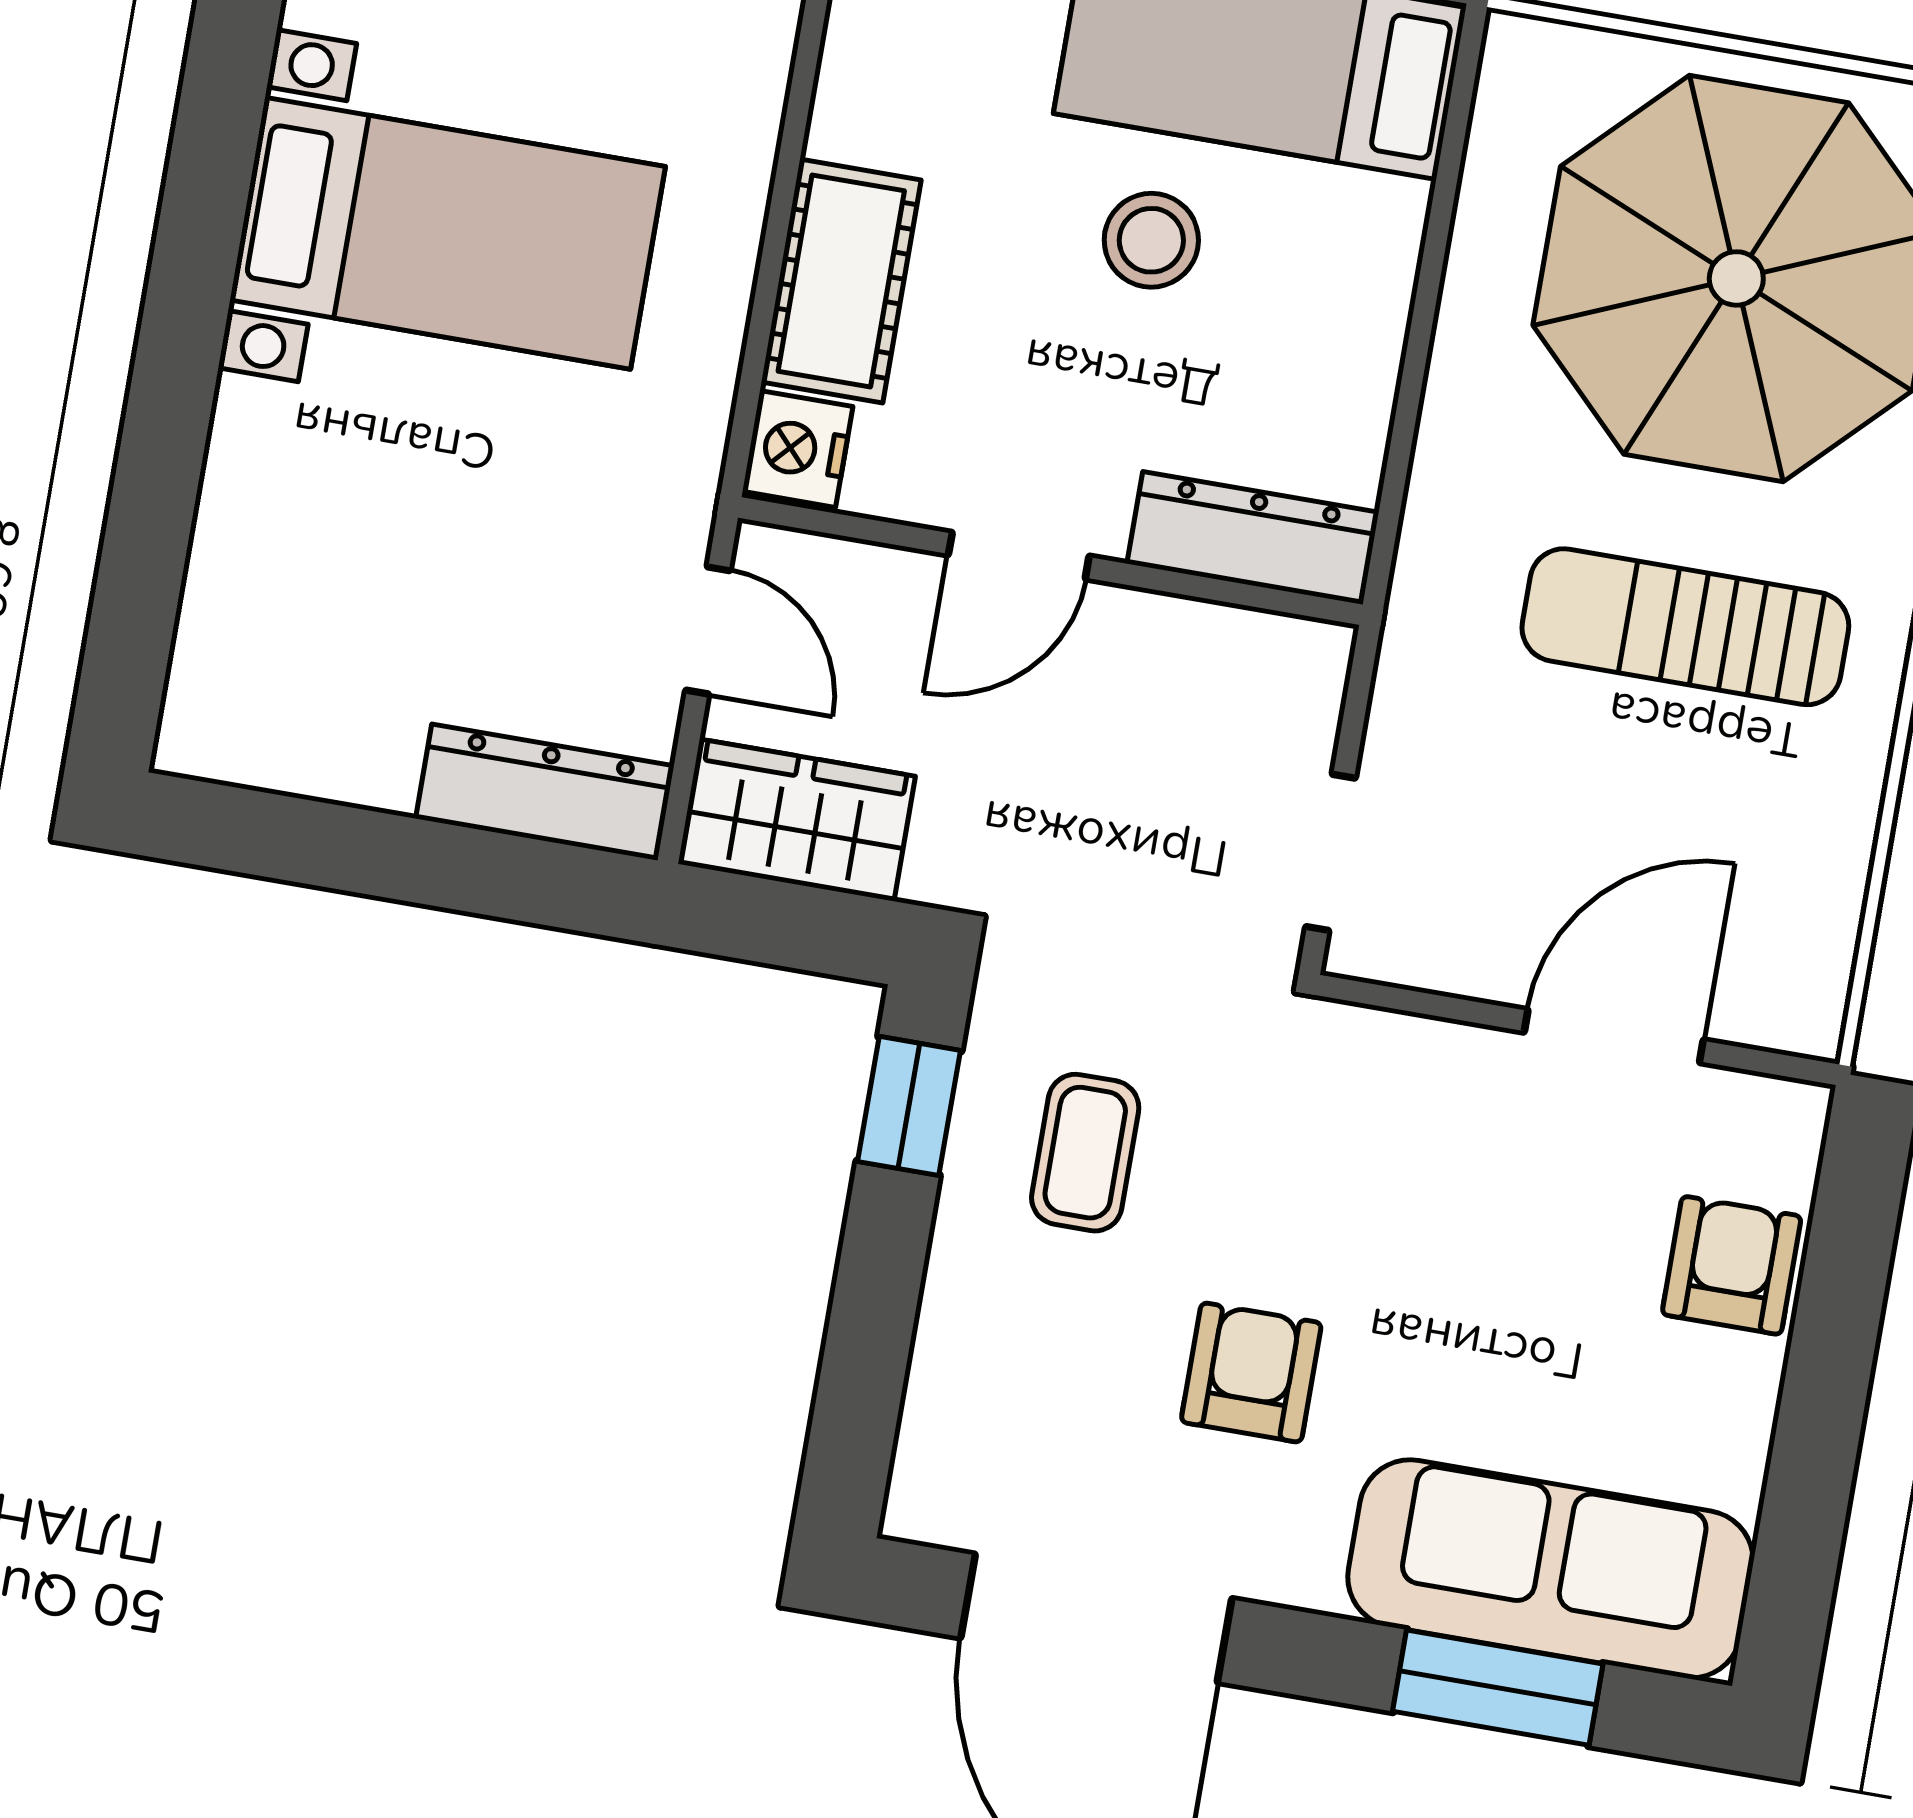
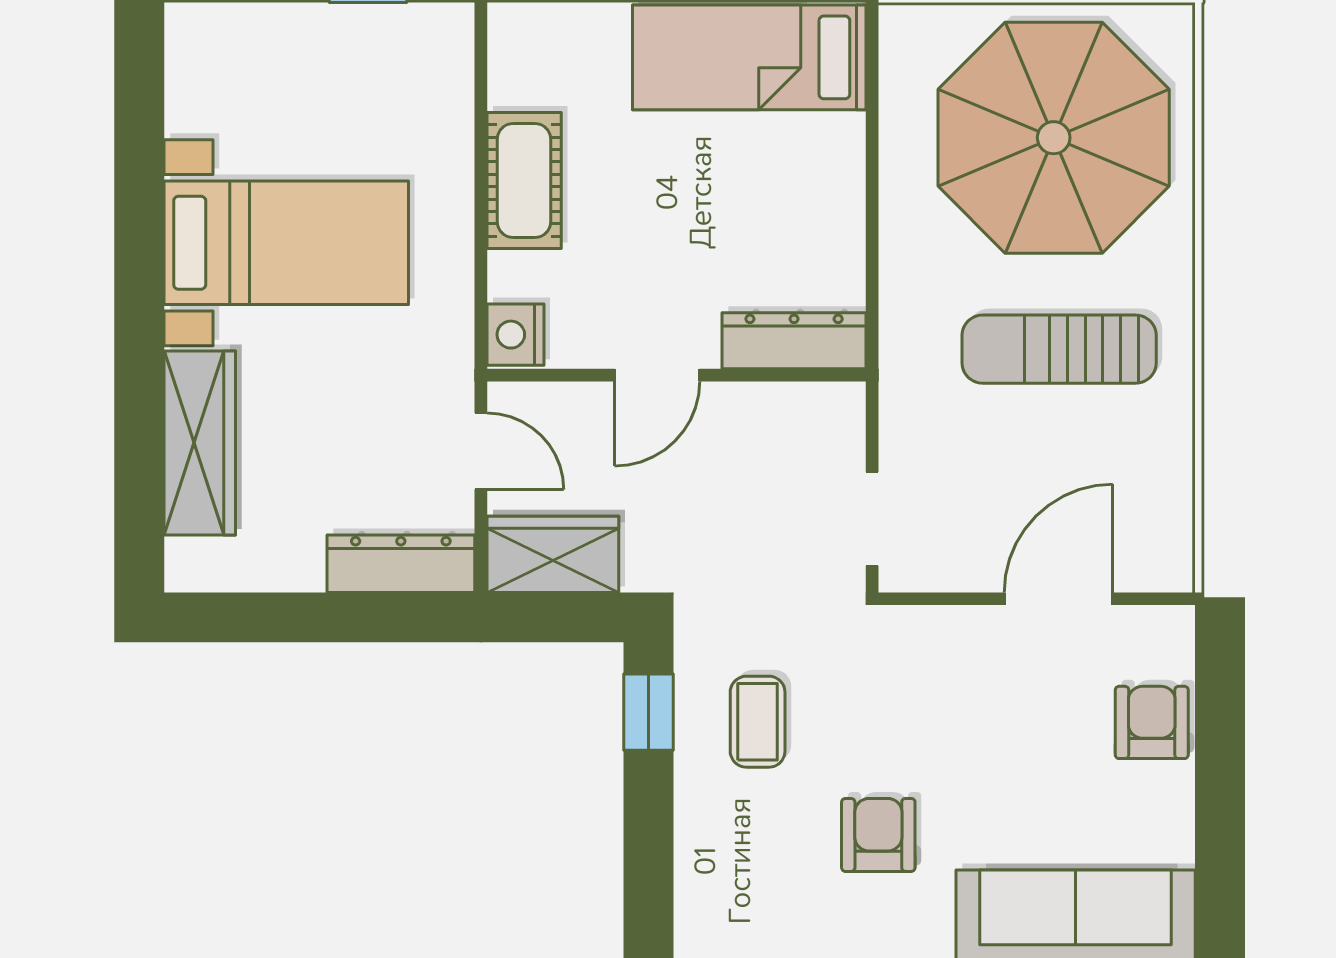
stool: (1151, 240) -> (703, 175), removed
cot: (841, 281) -> (524, 181), moved
wardrobe: (249, 537) -> (200, 443), added

